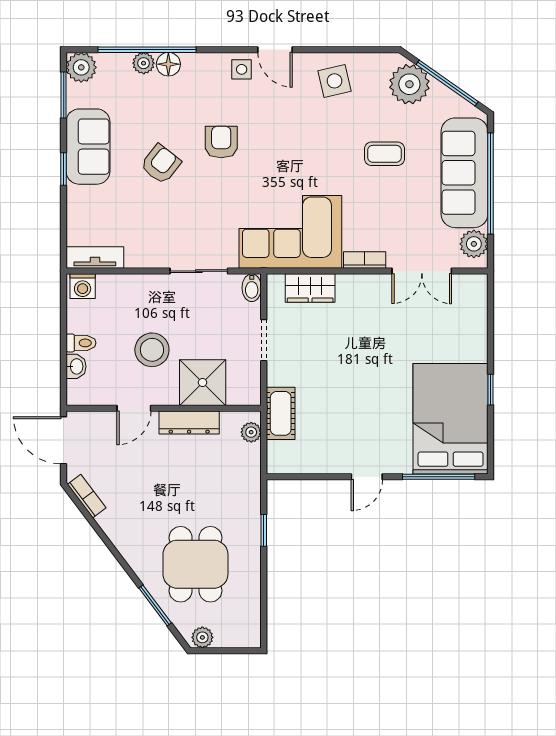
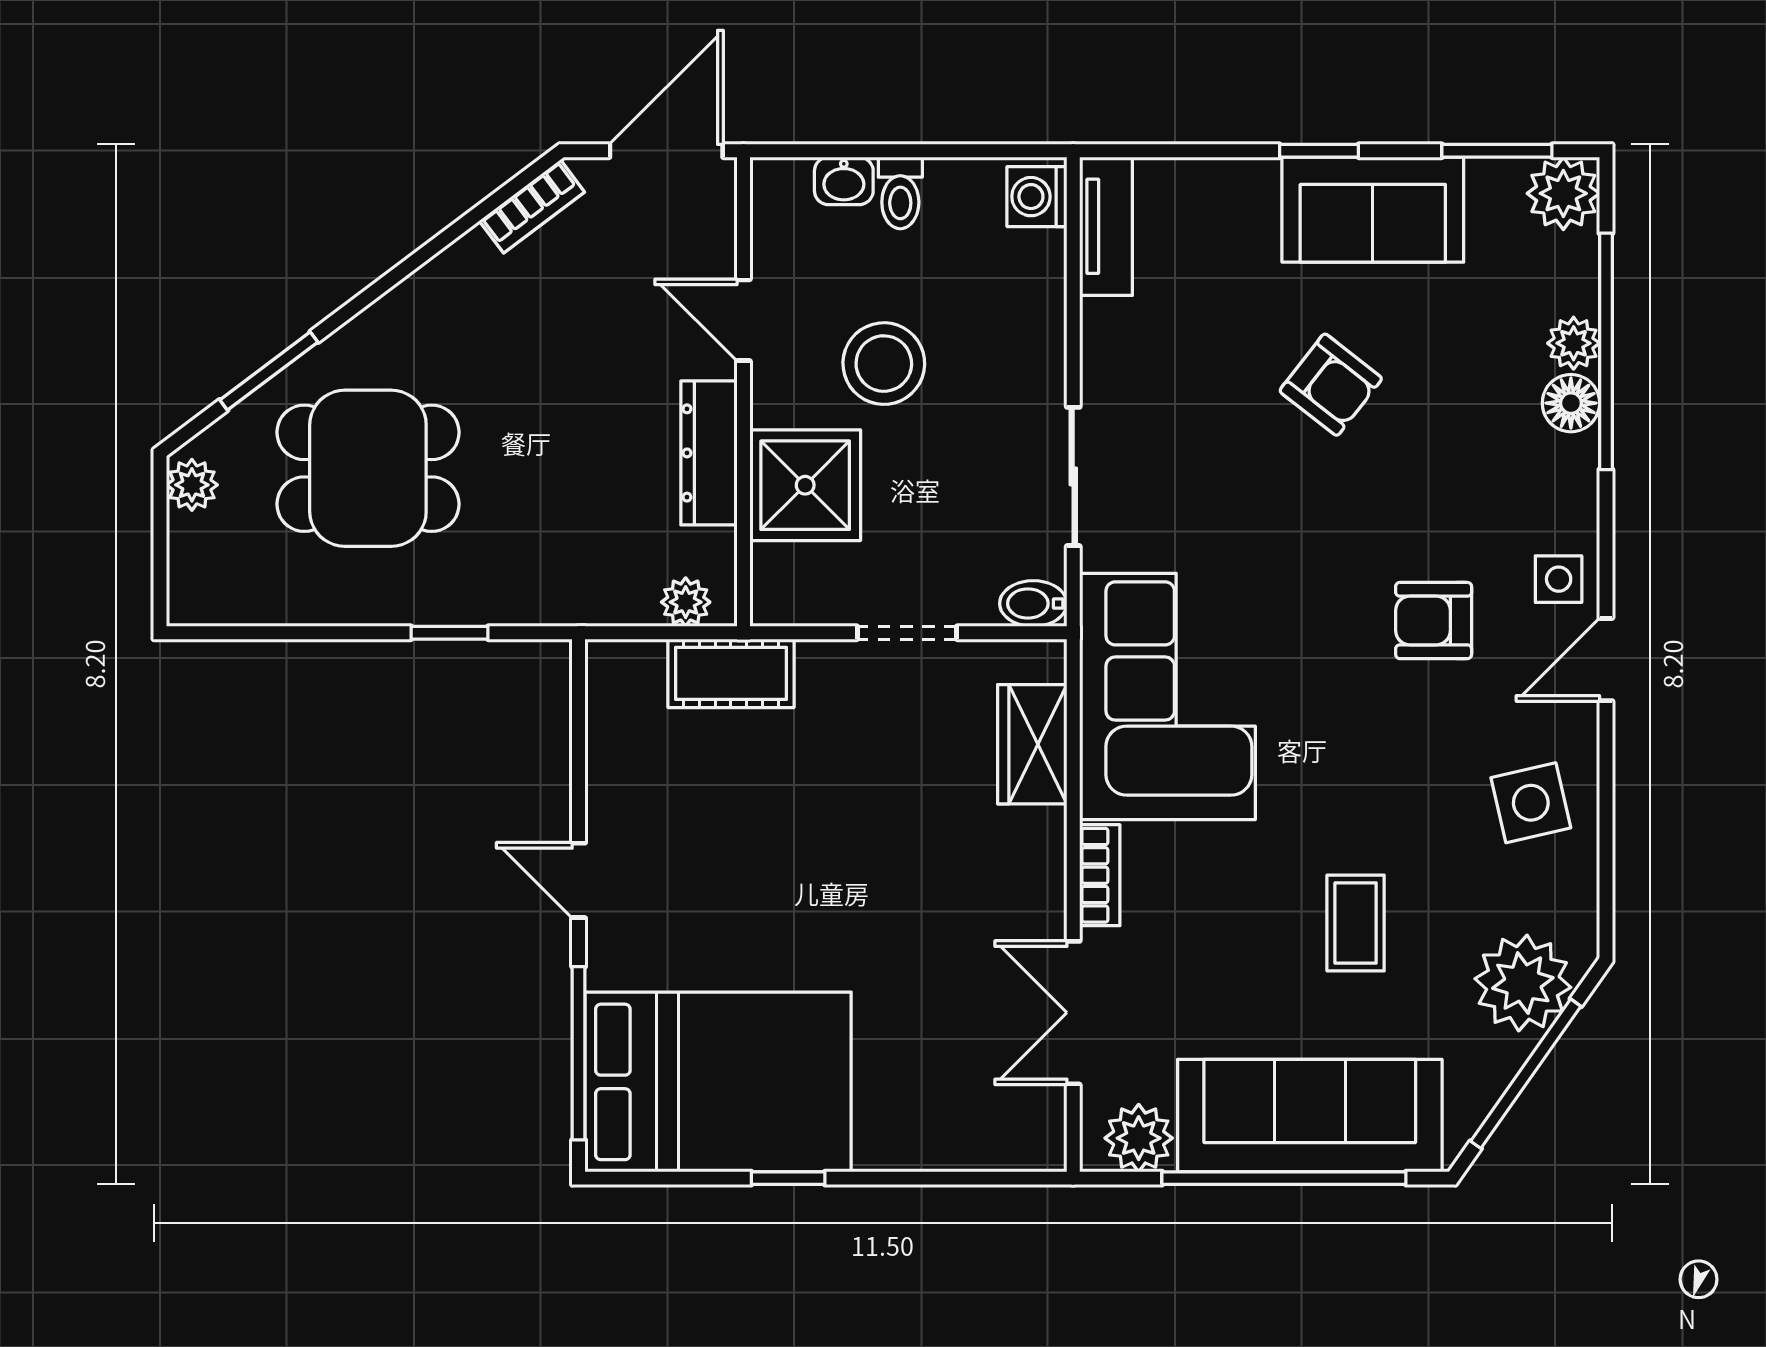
armchair: (221, 142) -> (1434, 621), moved, turned 180

